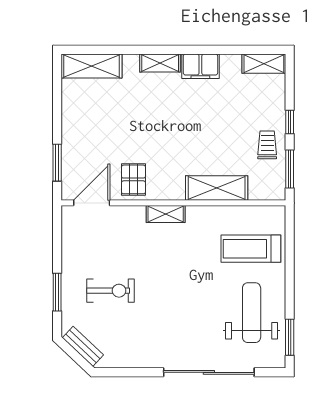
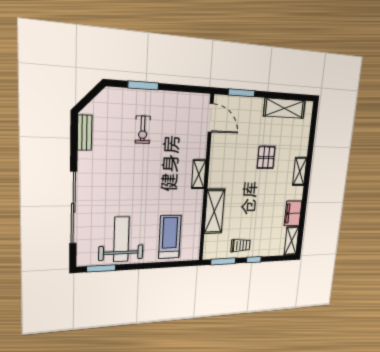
shelving: (92, 66) -> (284, 108), moved, turned 90
filing cabinet: (200, 66) -> (293, 213), moved
pallet: (133, 179) -> (266, 157), moved, turned 90
exercise bike: (110, 291) -> (143, 130), width x0.73, depth x0.72
weight bench: (252, 313) -> (121, 239), turned -90
bench: (83, 346) -> (85, 133), moved, turned -43

